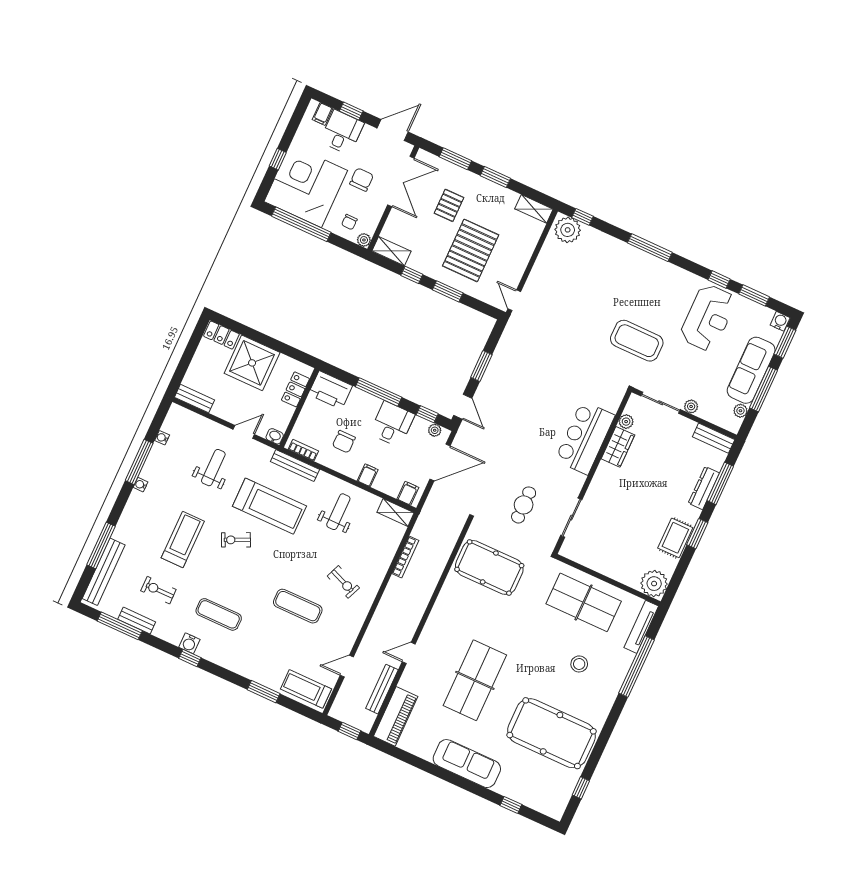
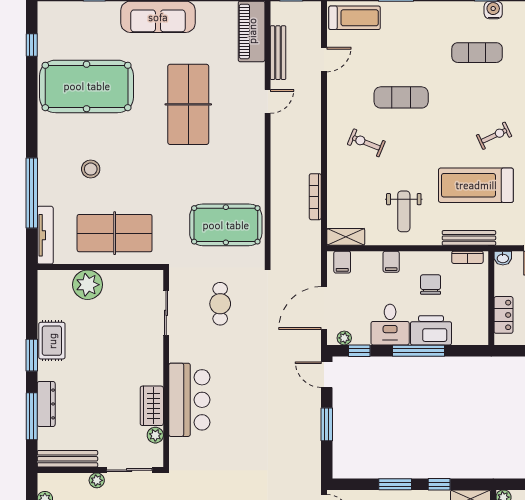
printer: (330, 390) -> (431, 330), moved
bench: (714, 438) -> (67, 459), width x1.36
plant: (654, 584) -> (88, 285), moved

